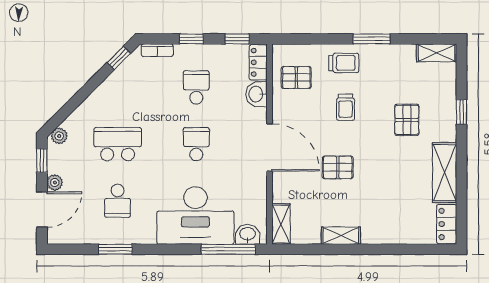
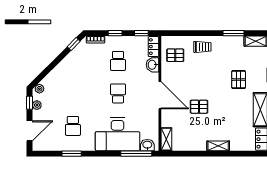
window: (372, 39) -> (233, 33), moved
school desk: (196, 87) -> (118, 61), turned 180
trolley: (346, 107) -> (203, 72), removed
school desk: (118, 144) -> (73, 93), removed
plant: (55, 182) -> (37, 105), moved
shelving: (341, 236) -> (218, 146), moved

